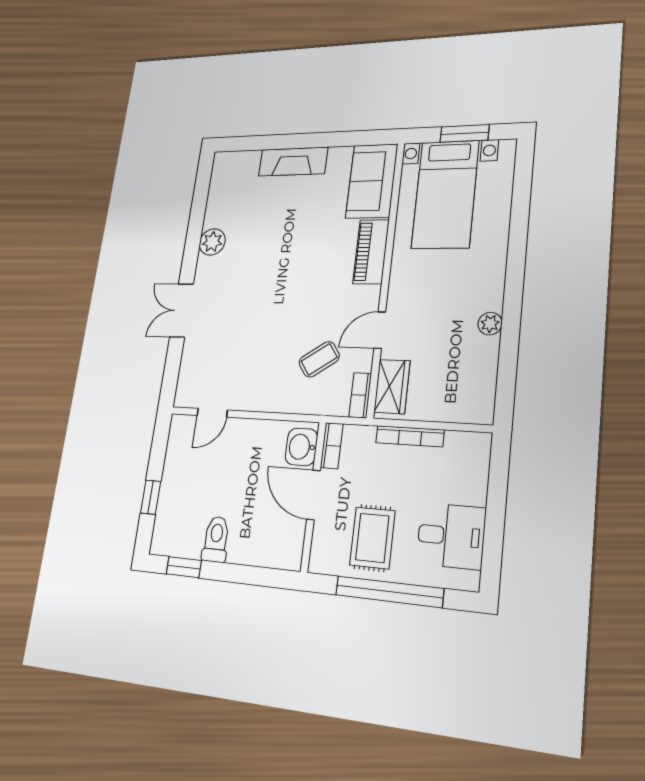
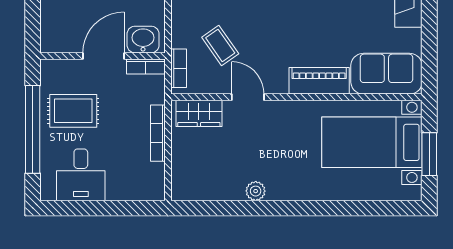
bookcase: (360, 395) -> (179, 68), moved, turned 90

